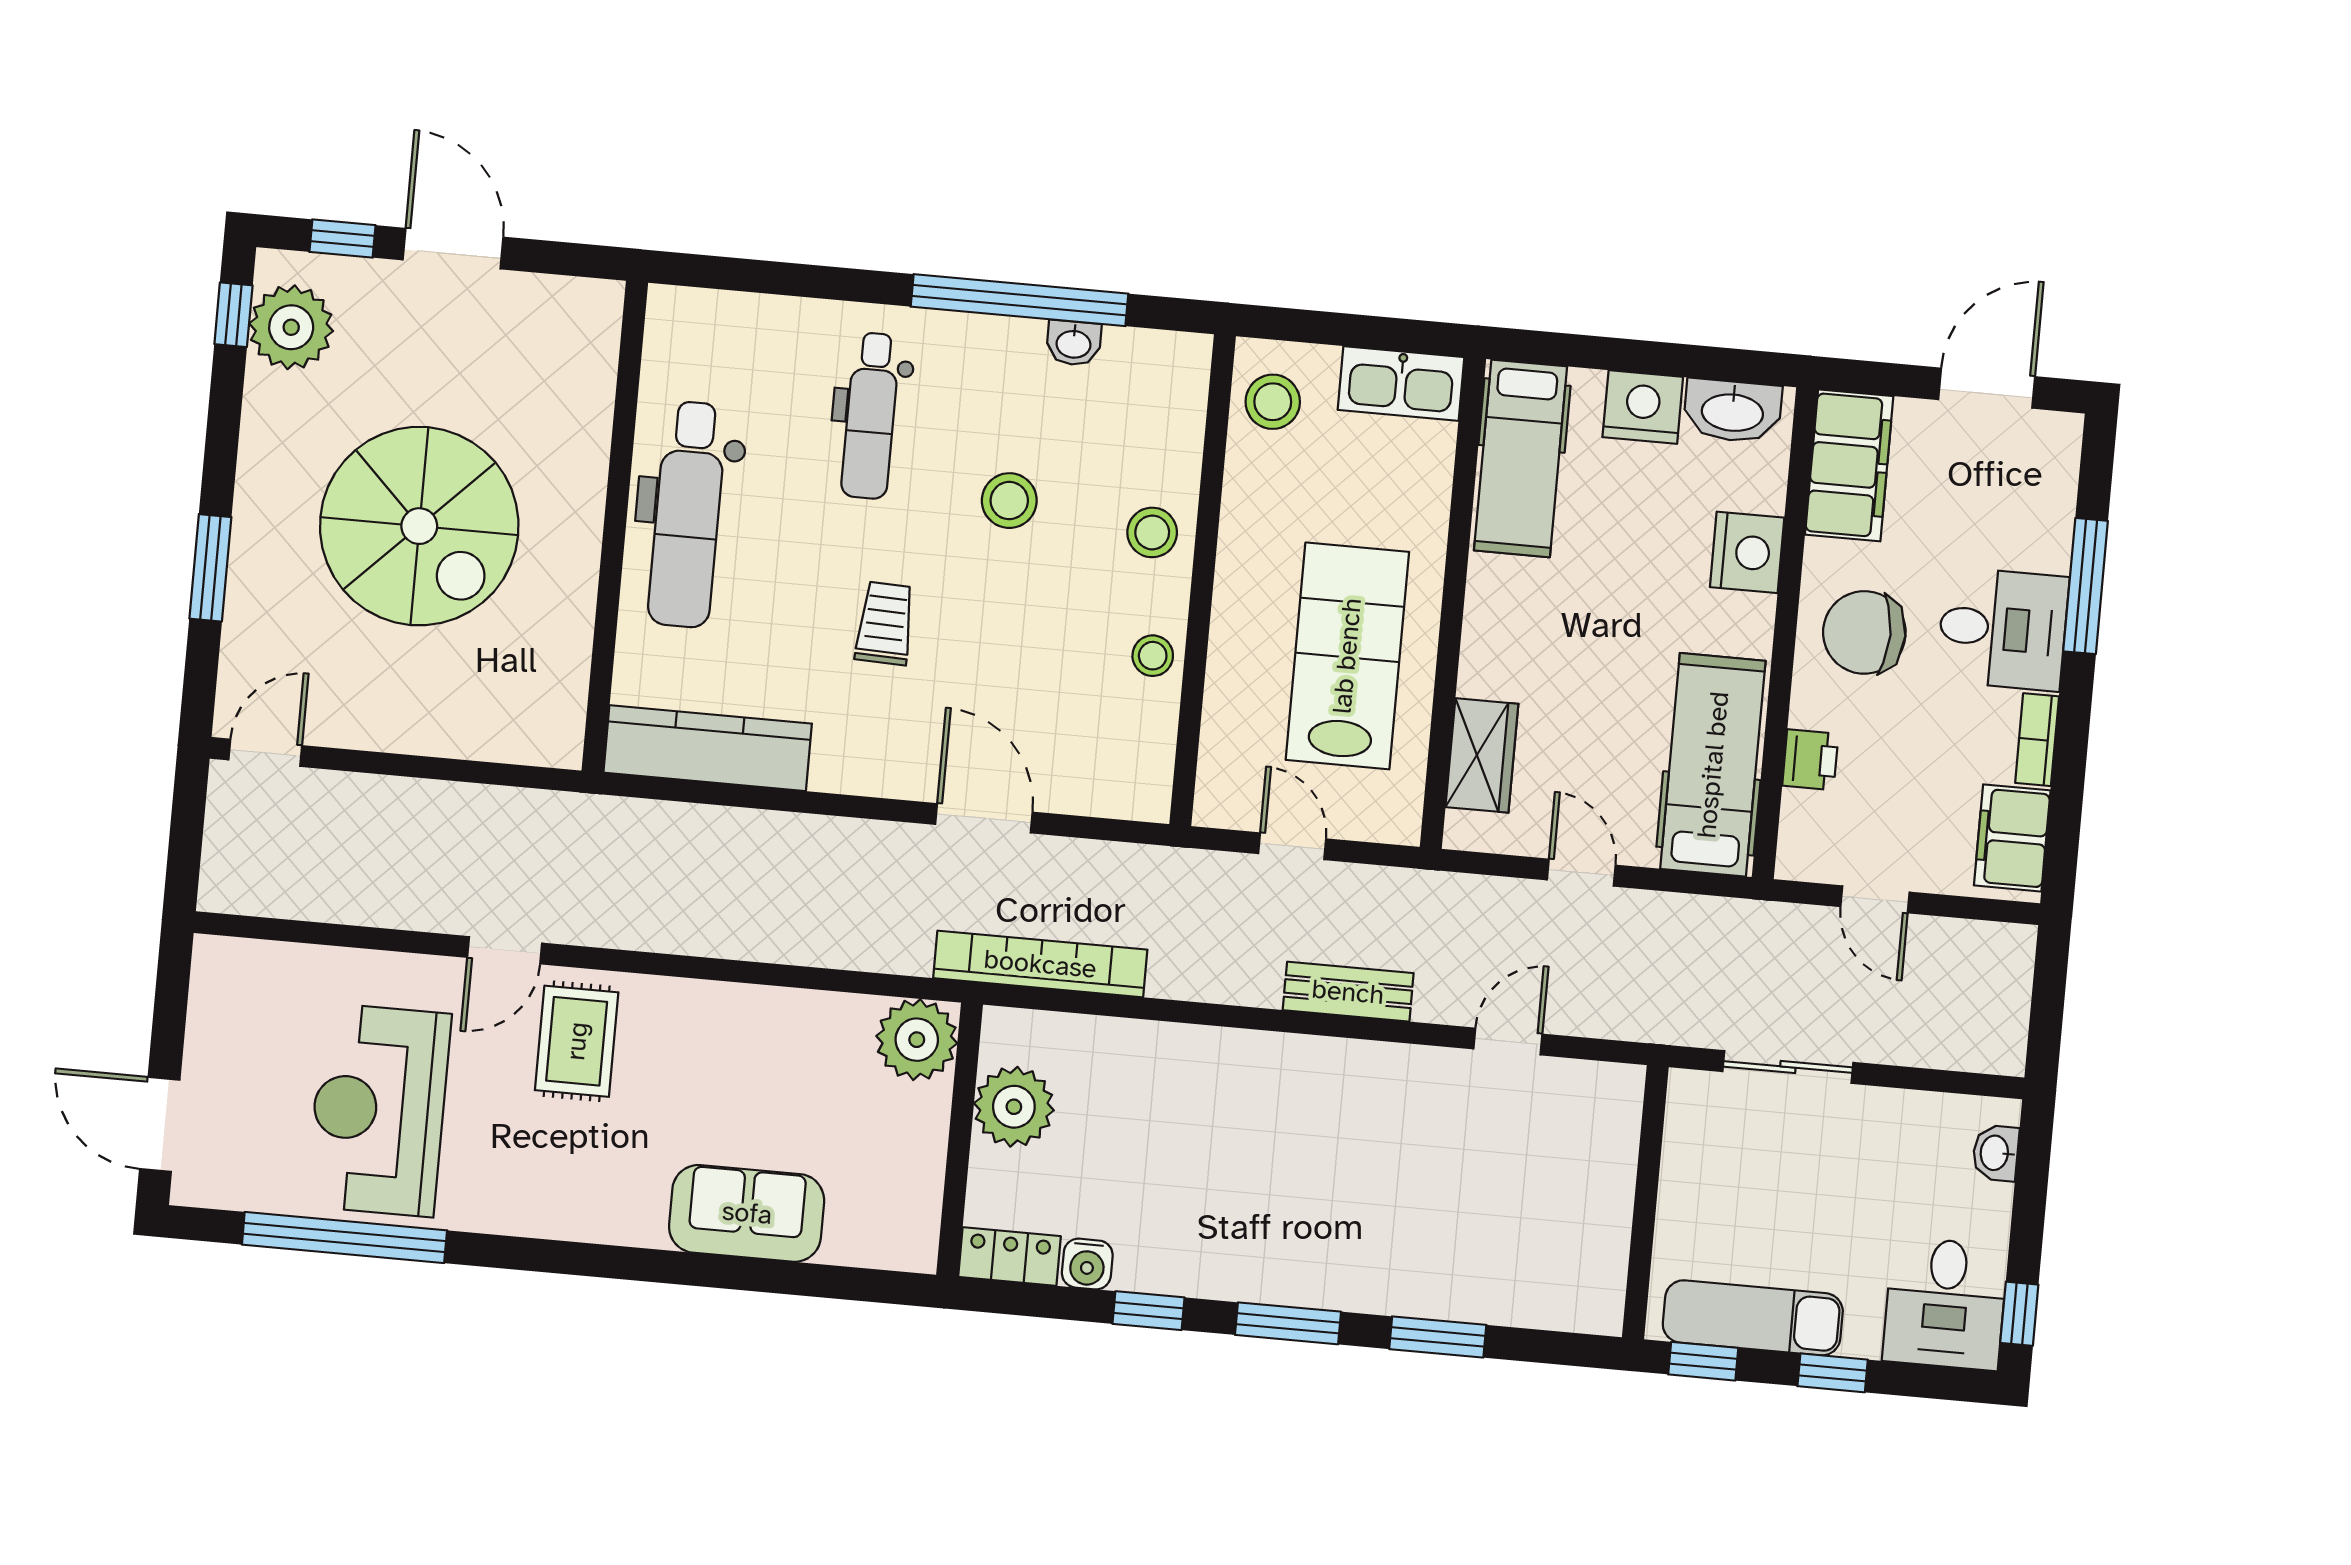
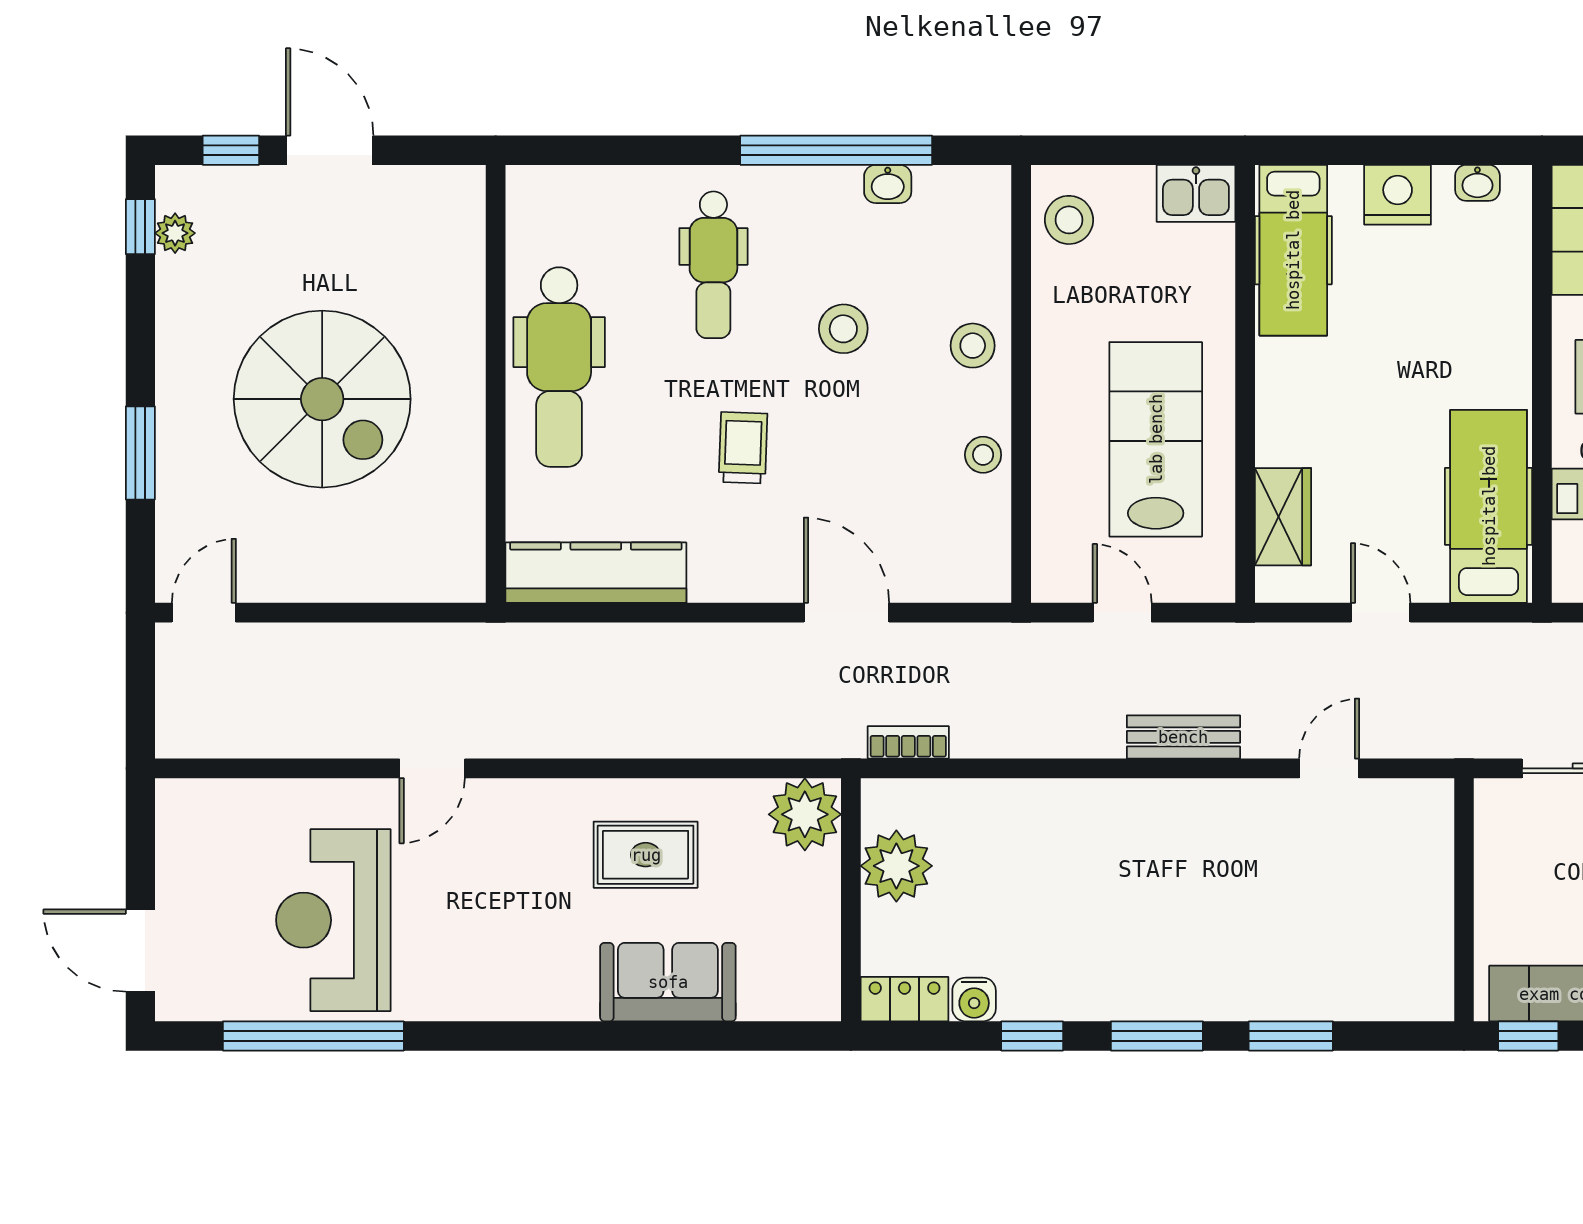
plant: (291, 327) -> (175, 233), width x0.53, depth x0.53
kitchen sink: (1401, 383) -> (1196, 193), width x0.73
washbasin: (1733, 411) -> (1477, 183), width x0.52, depth x0.69
nightstand: (1747, 552) -> (1502, 315), removed
bookcase: (1040, 964) -> (908, 742), width x0.43, depth x0.76
rug: (577, 1041) -> (646, 855), moved, turned 90

